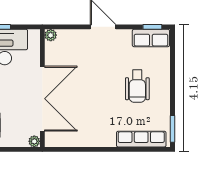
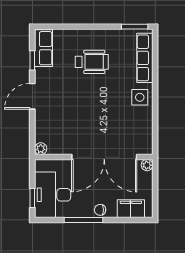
window: (152, 27) -> (32, 60), moved
double door: (42, 99) -> (104, 157), swing flipped
side table: (102, 134) -> (140, 97), added

